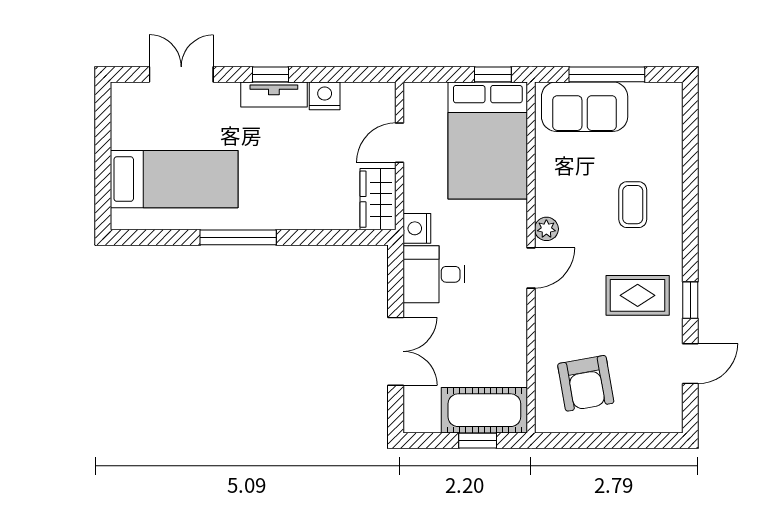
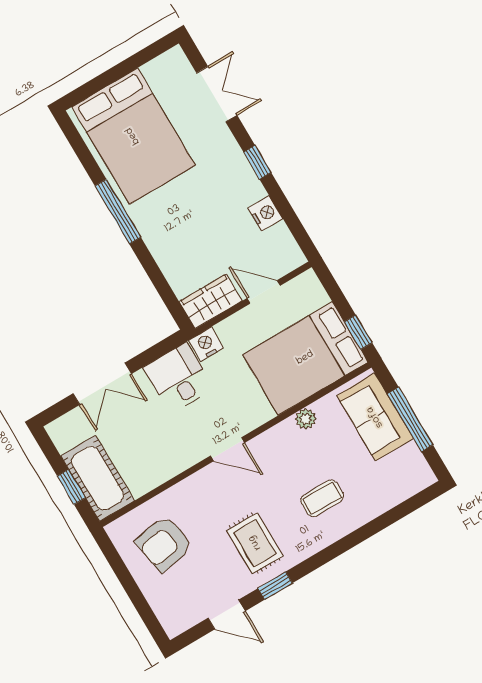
tv unit: (274, 94) -> (243, 174), removed
bed: (174, 179) -> (133, 136), width x1.50
plant: (546, 229) -> (306, 419), moved

